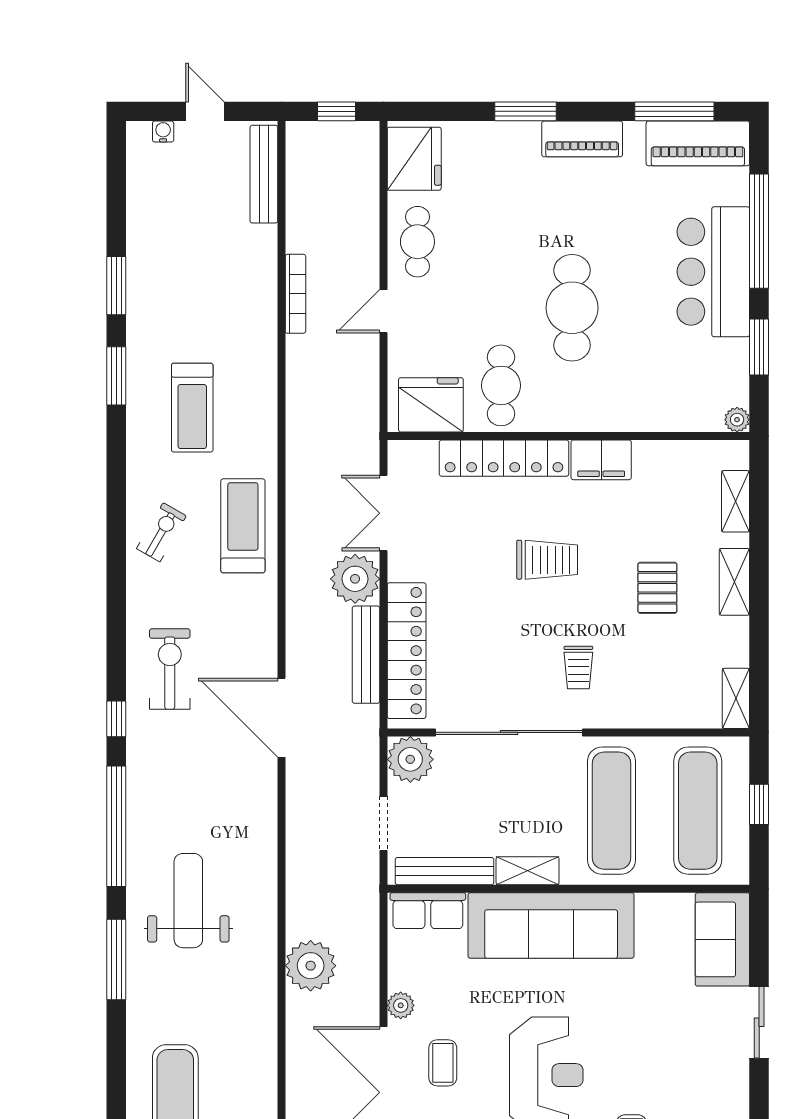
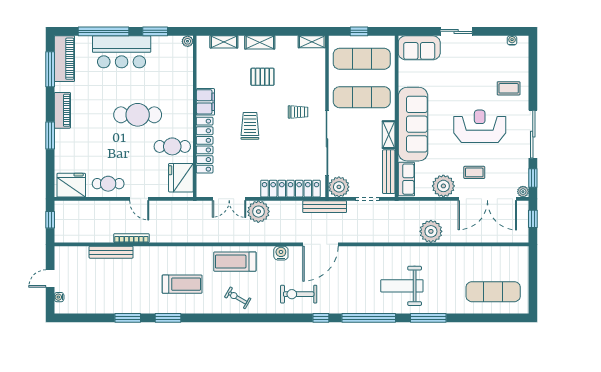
bench: (264, 174) -> (111, 252), moved
water cooler: (262, 629) -> (281, 253), added
bench: (366, 655) -> (325, 207), moved
plant: (401, 1005) -> (443, 186), width x1.88, depth x1.88

